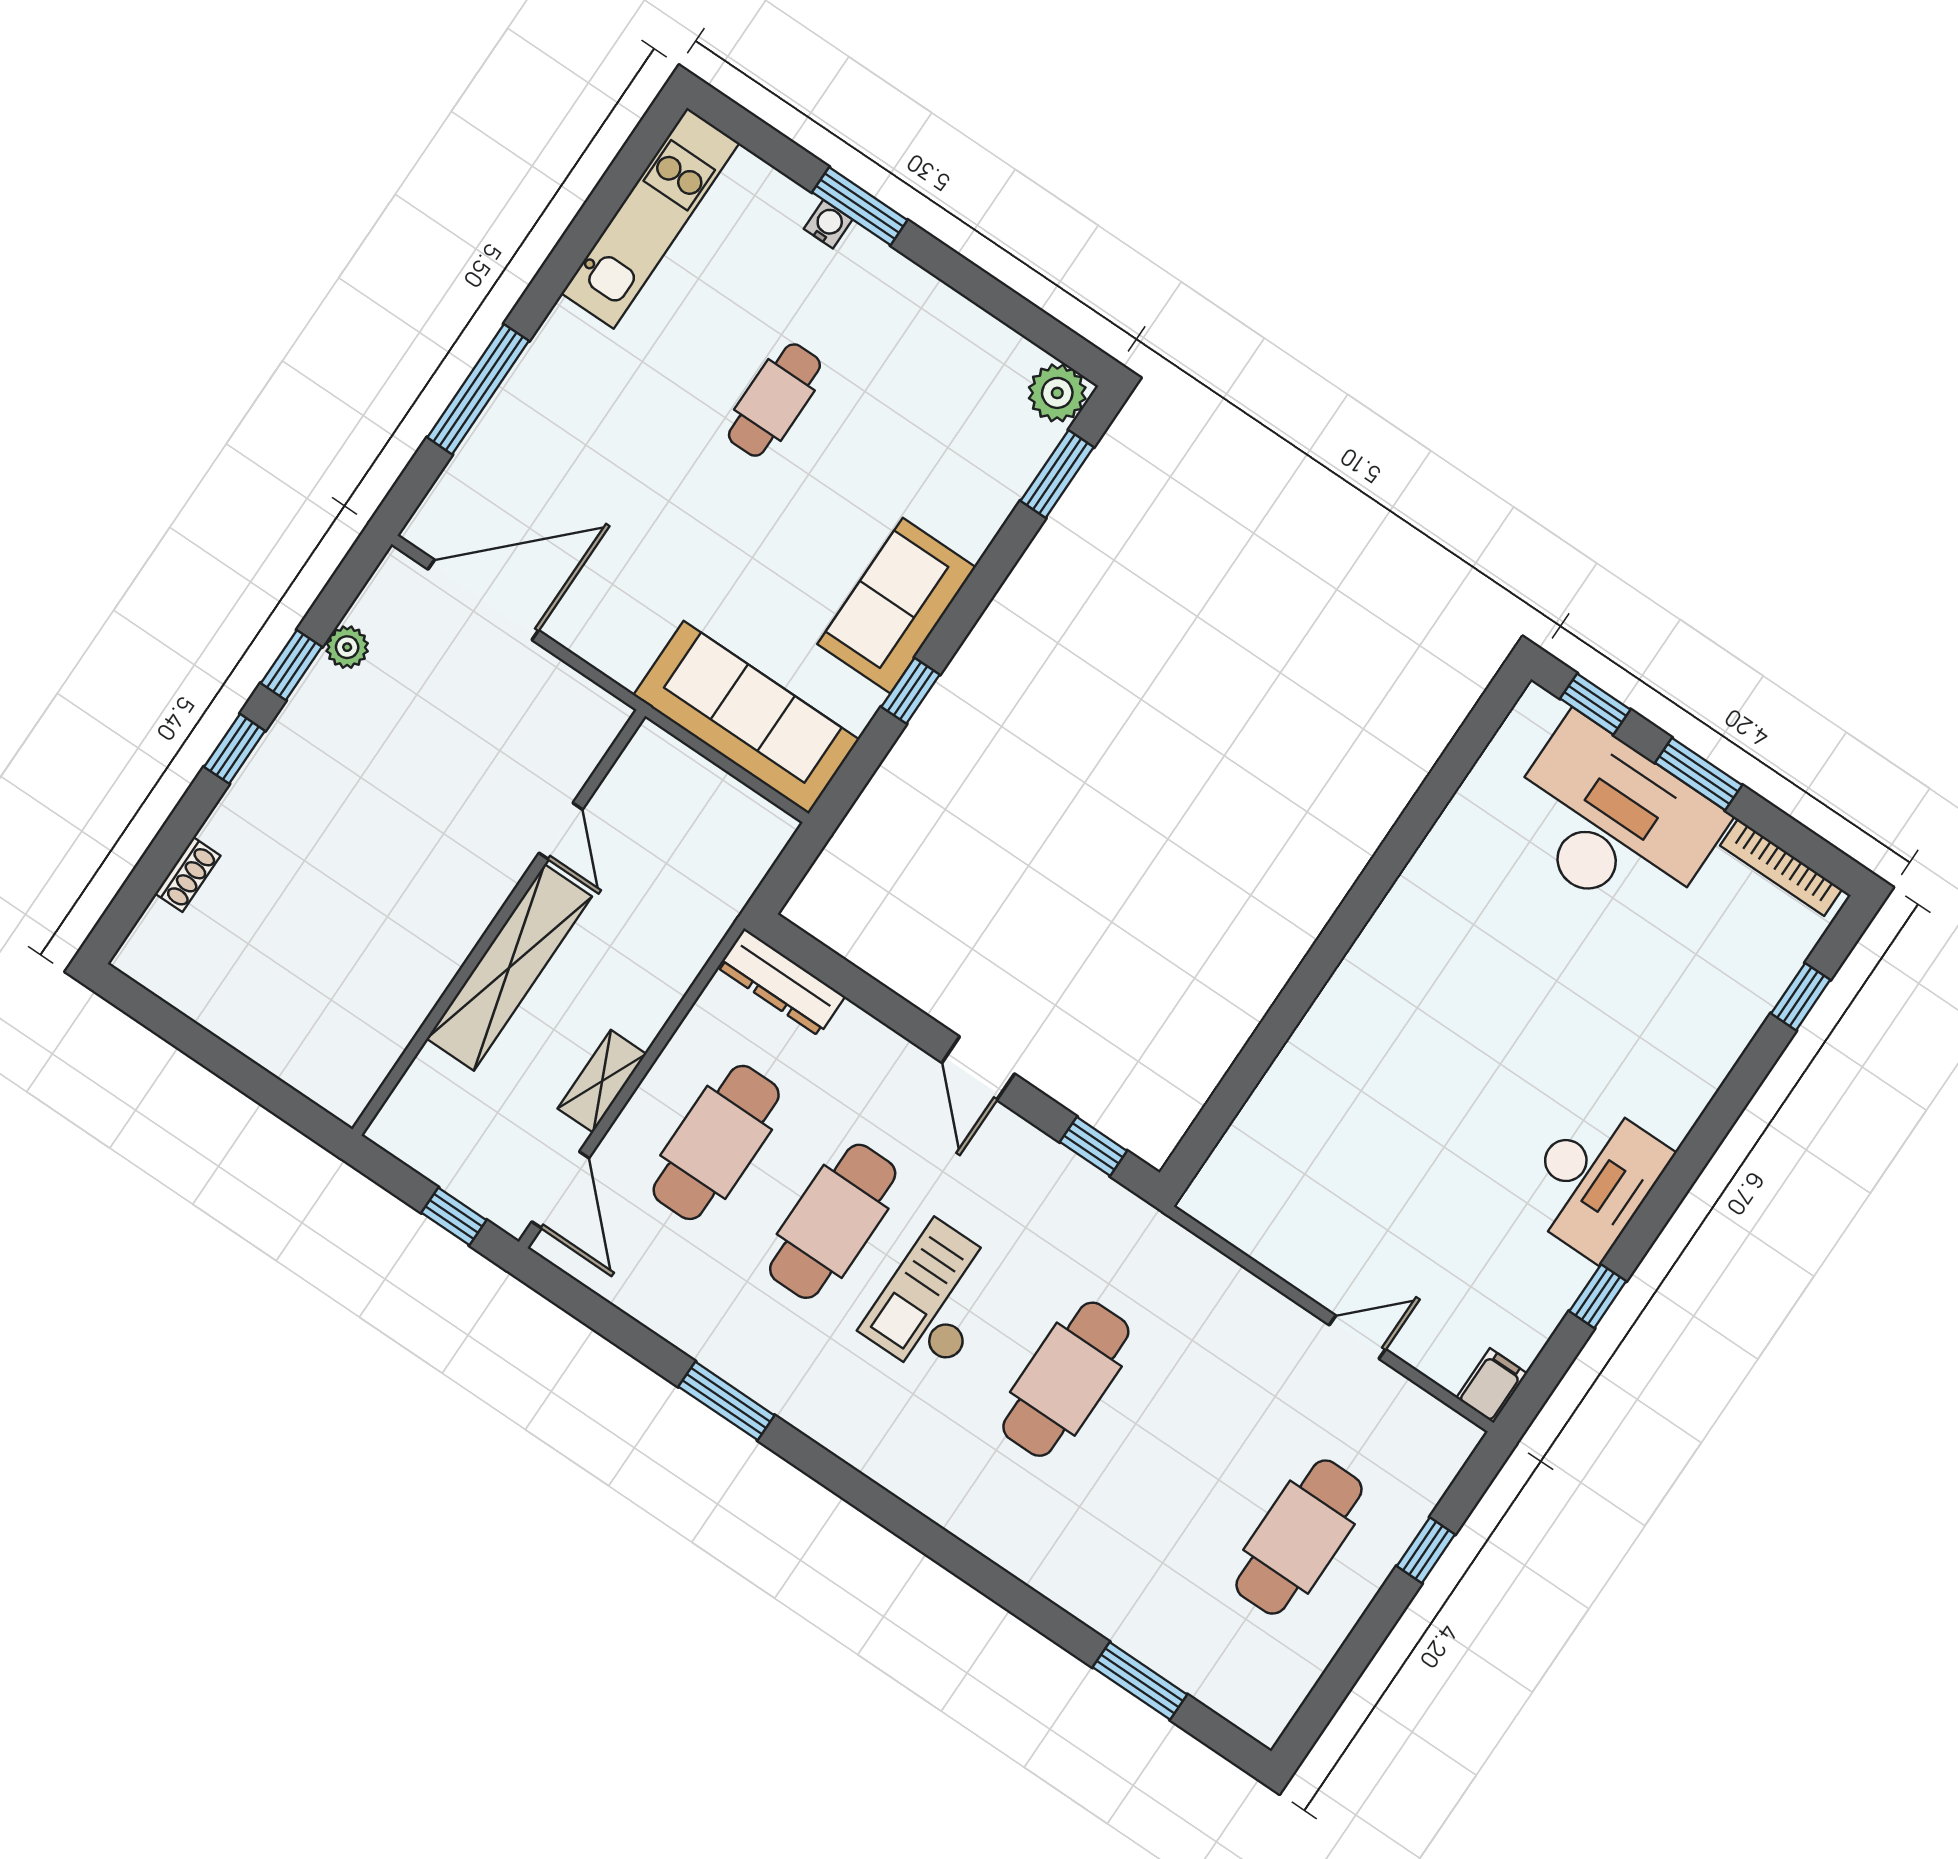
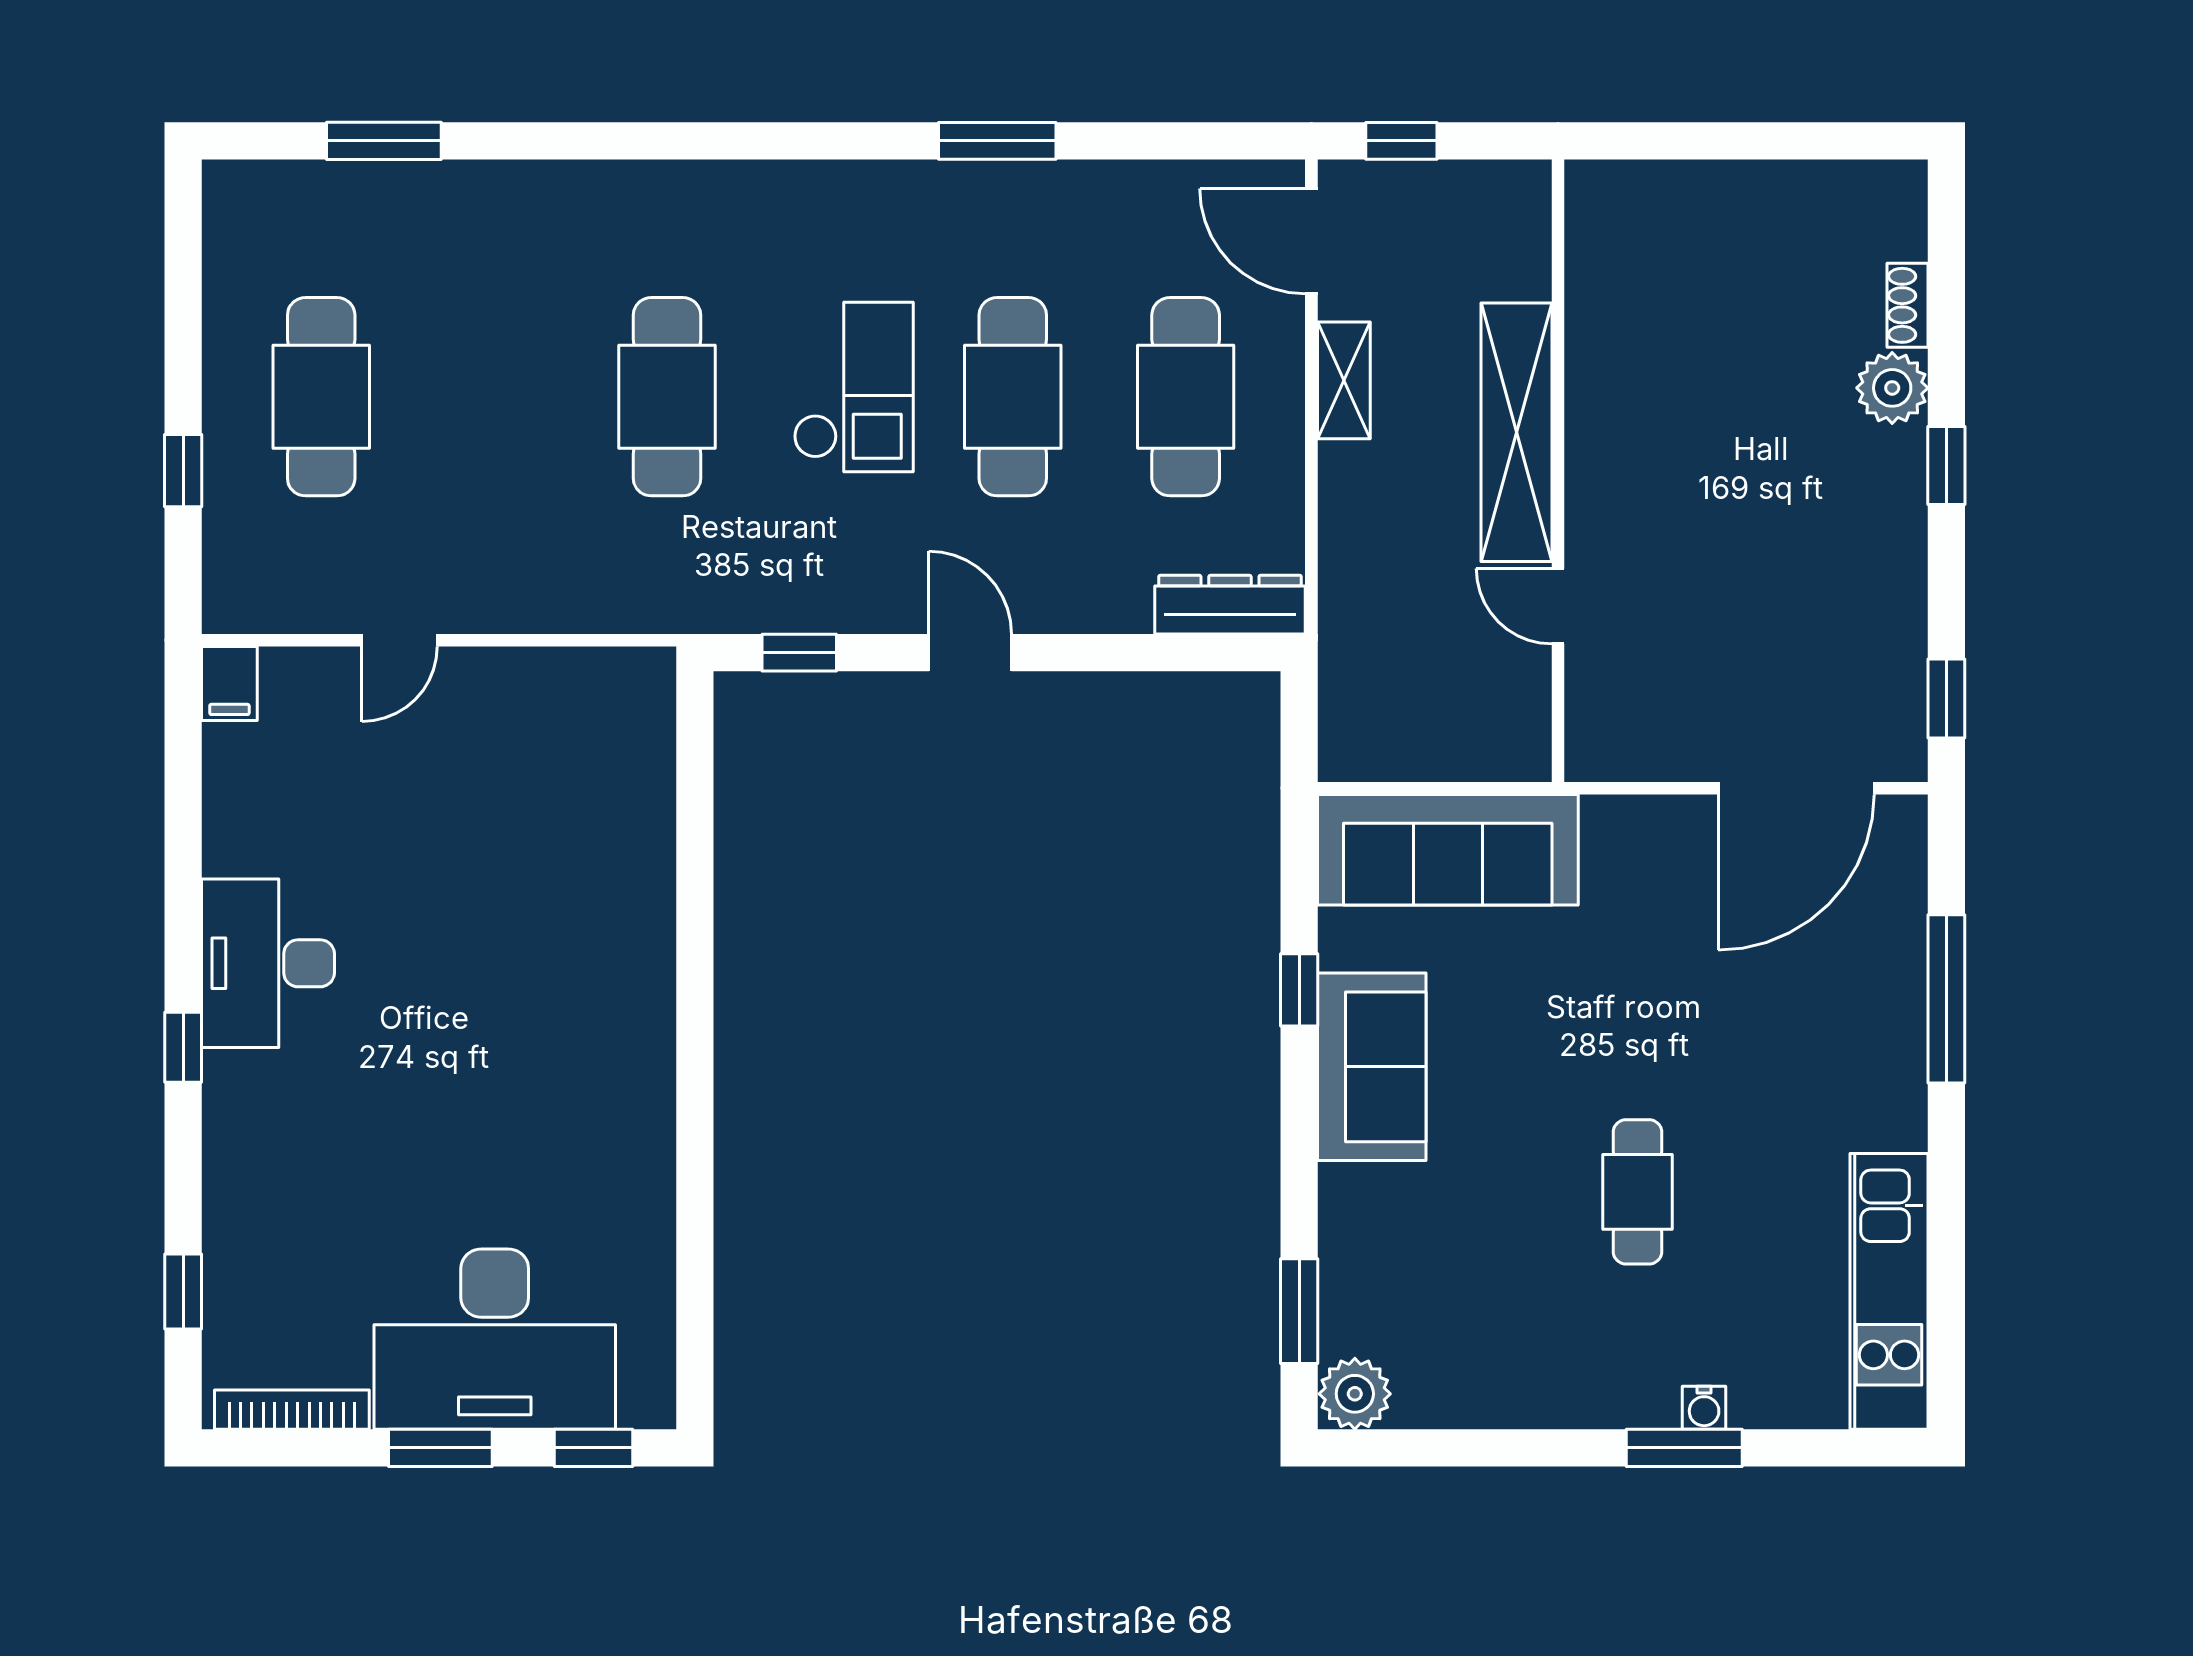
plant: (347, 647) -> (1892, 388), moved, width x1.38, depth x1.38
window: (291, 665) -> (1946, 698), moved
window: (1598, 1296) -> (183, 1047), moved

